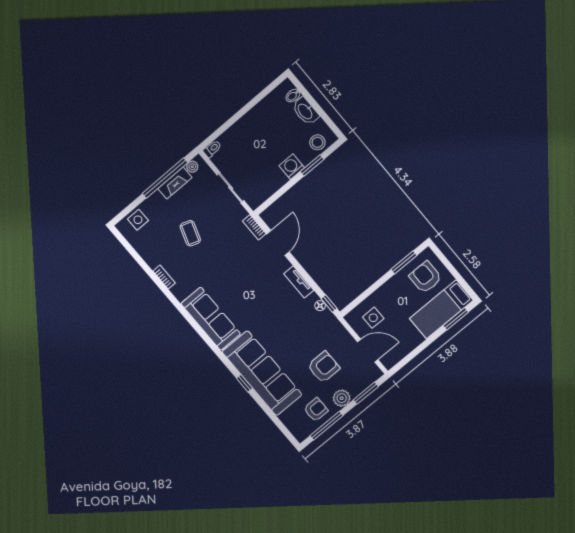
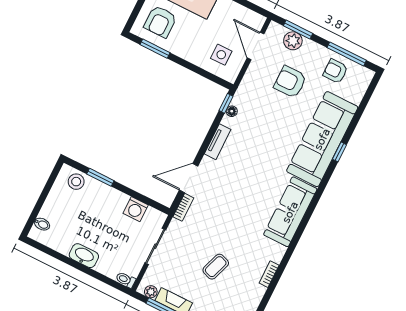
washbasin: (305, 111) -> (84, 256), moved, turned -90
washing machine: (292, 167) -> (136, 209), moved
plant: (342, 398) -> (293, 41), moved

